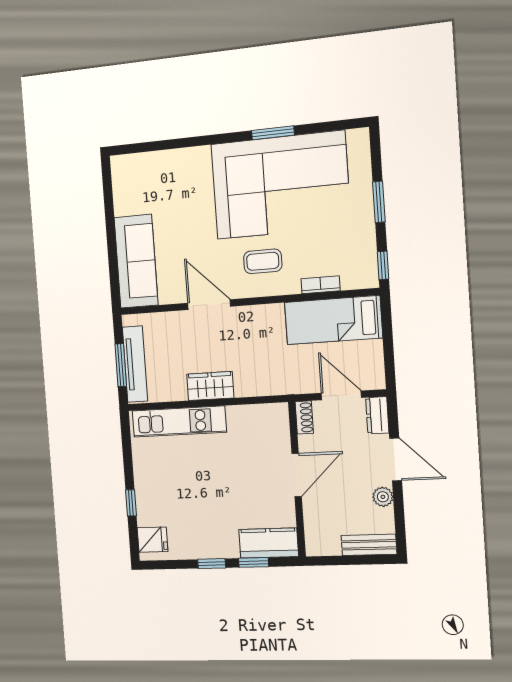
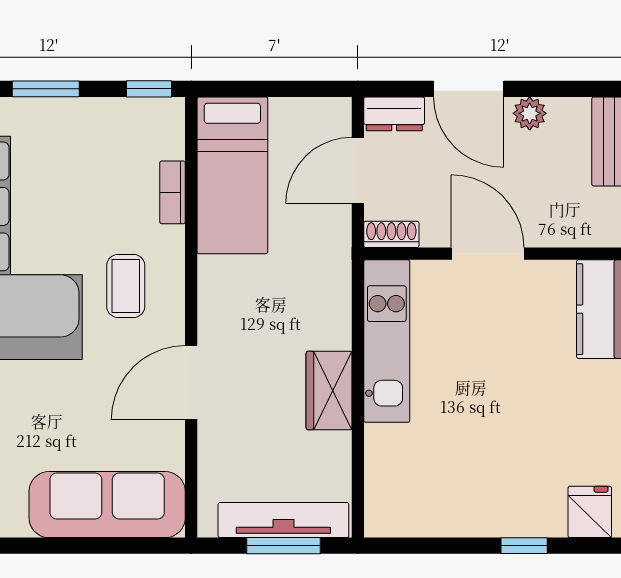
kitchen unit: (179, 422) -> (387, 341), moved
door: (396, 459) -> (469, 89), swing flipped

